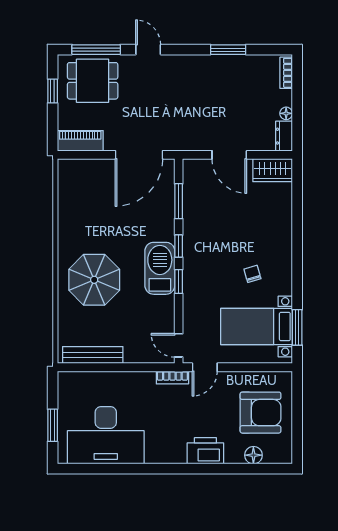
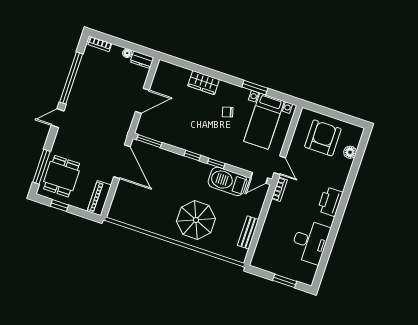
door: (148, 50) -> (58, 118), moved
window: (228, 50) -> (71, 78), width x2.11
wardrobe: (273, 170) -> (204, 83), moved, turned 90
window: (179, 201) -> (149, 141), moved
barbecue: (160, 268) -> (228, 181), moved
window: (297, 327) -> (255, 88), moved
bench: (93, 355) -> (248, 232), width x0.73
desk: (106, 435) -> (310, 242), width x0.73, depth x0.77
printer: (205, 451) -> (330, 202), moved

